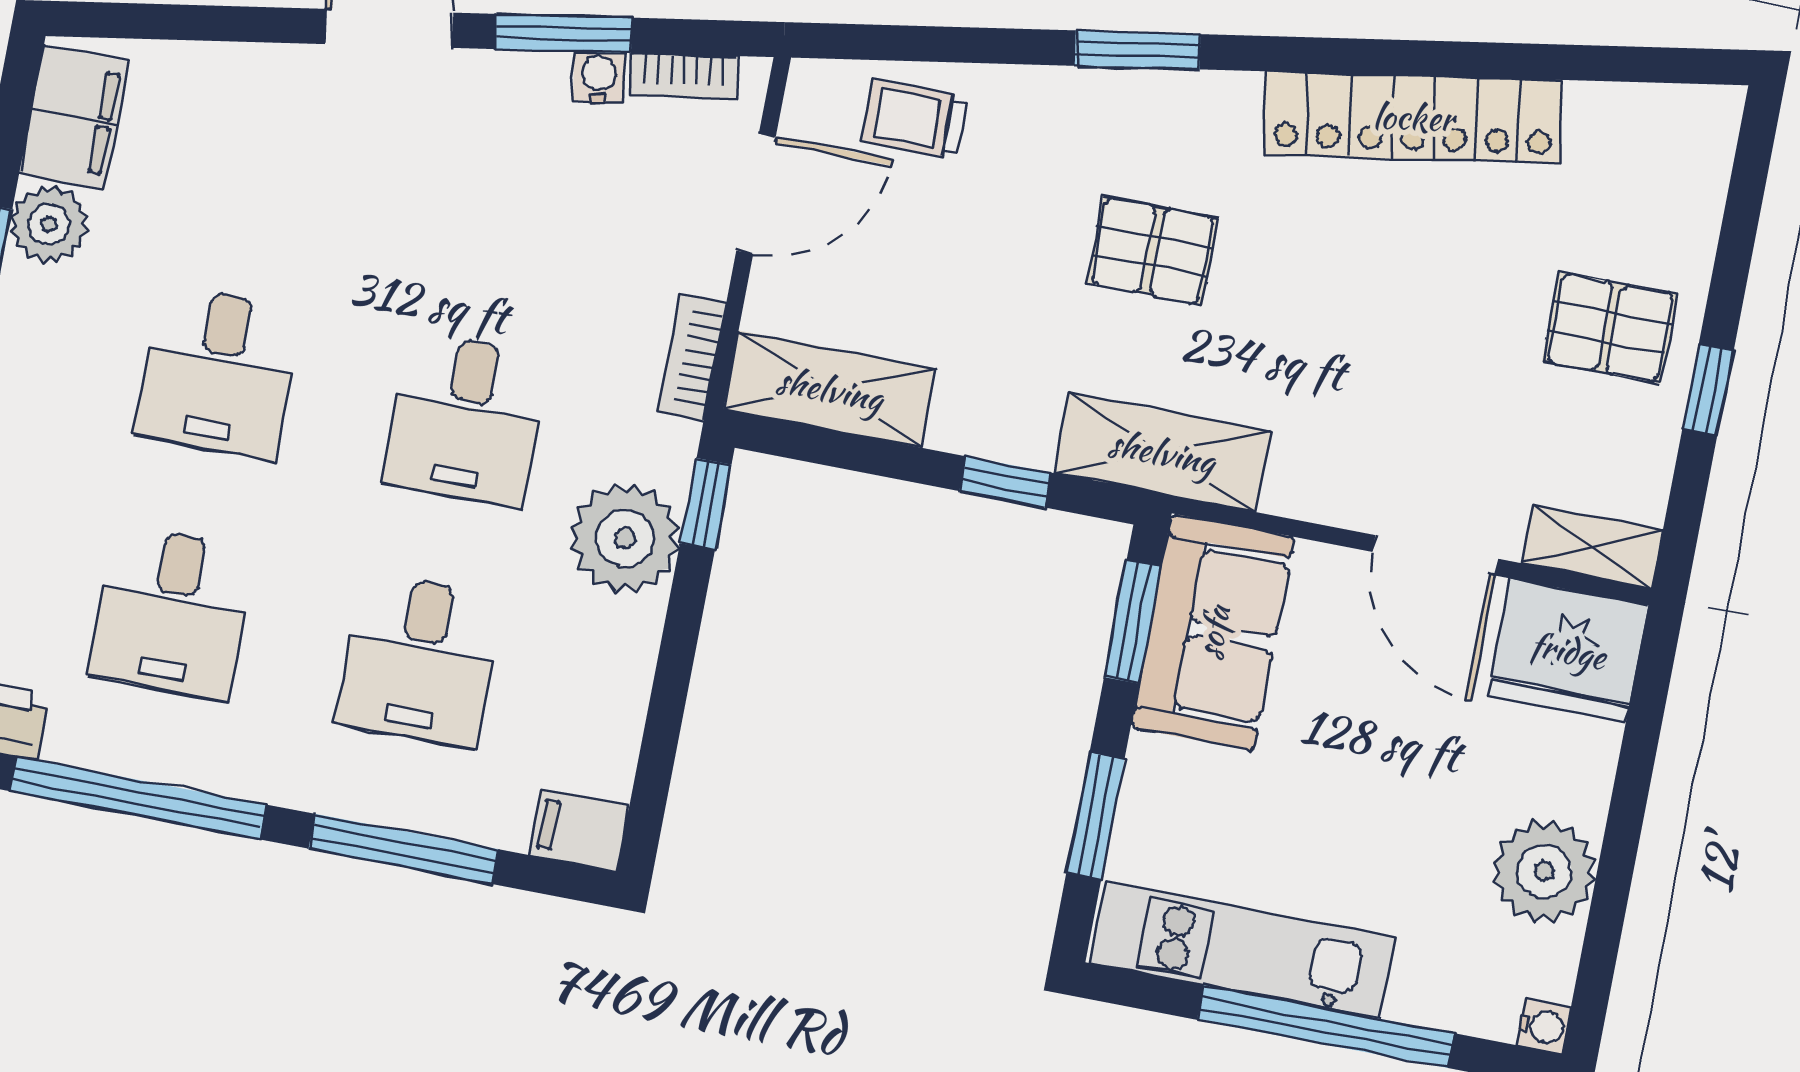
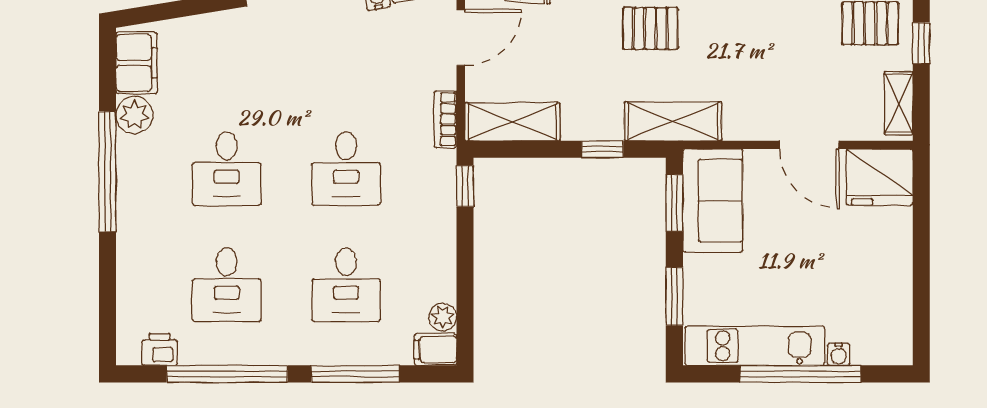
plant: (625, 538) -> (443, 317), moved, width x0.53, depth x0.53
shelving: (1592, 547) -> (899, 103), moved, turned 90
plant: (1544, 871) -> (888, 282), removed
water cooler: (1543, 1026) -> (839, 354), moved, turned 90

